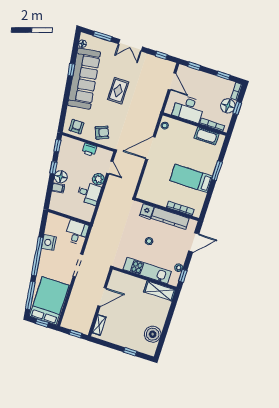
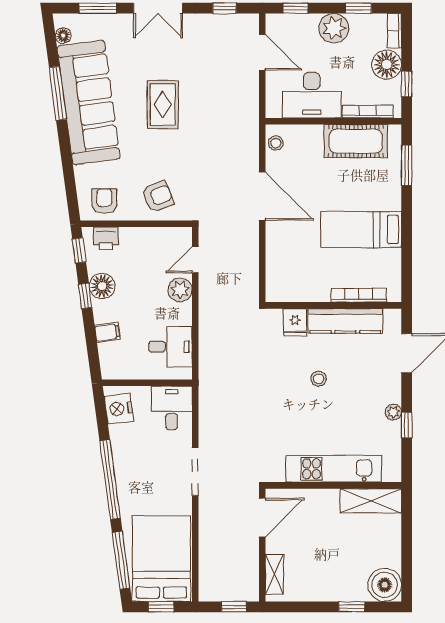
window: (71, 70) -> (58, 93), width x2.17
plant: (209, 81) -> (334, 28), added
window: (237, 108) -> (407, 84), moved
cot: (207, 136) -> (356, 141), width x1.37, depth x1.34
door: (150, 148) -> (262, 196), swing flipped
printer: (89, 150) -> (106, 238), moved
door: (110, 167) -> (195, 260), swing flipped
window: (217, 171) -> (407, 165), moved
floor lamp: (61, 177) -> (102, 286), moved
desk: (89, 193) -> (170, 347), moved
nightstand: (49, 243) -> (119, 409), moved
kitchen unit: (147, 270) -> (334, 469), moved
wall: (145, 278) -> (333, 485), moved
shelving: (160, 291) -> (371, 501), moved
boiler: (153, 334) -> (385, 585), moved

